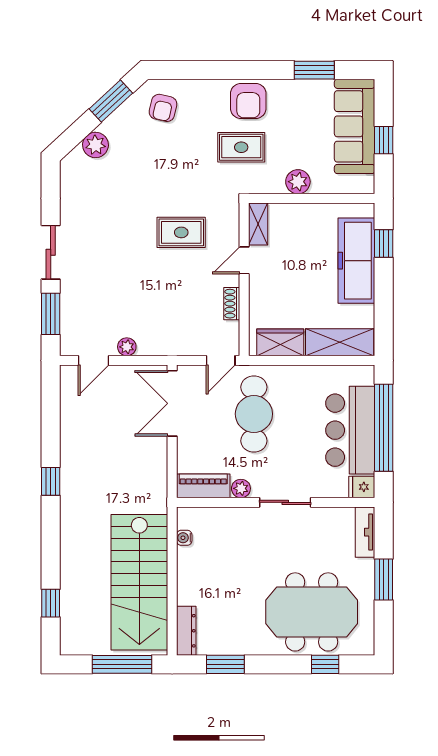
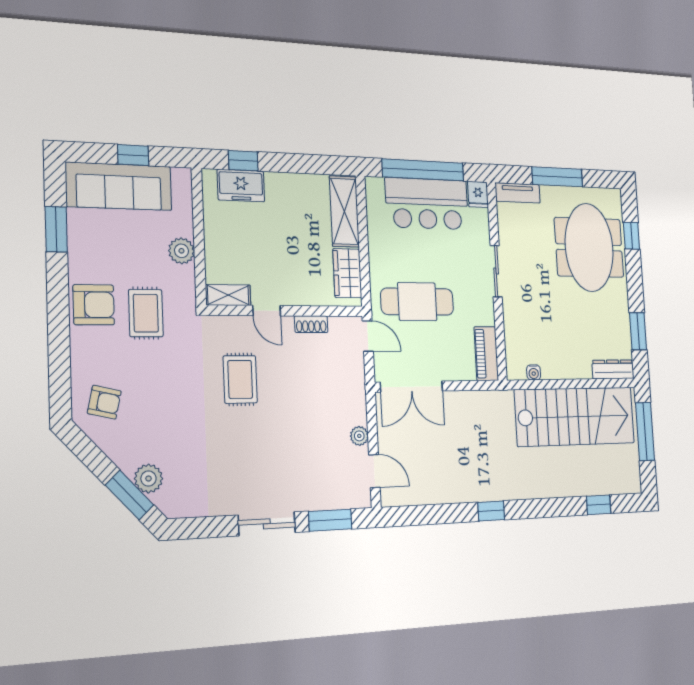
window: (111, 101) -> (130, 495), moved
freezer: (356, 261) -> (241, 186), width x0.52, depth x0.79
plant: (241, 488) -> (486, 315), removed
window: (384, 579) -> (557, 177), width x1.44

